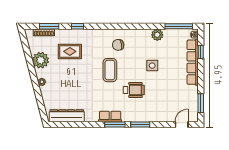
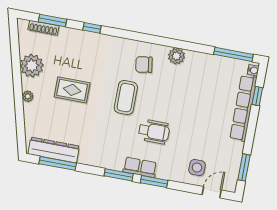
plant: (157, 35) -> (176, 56), moved
rug: (70, 51) -> (72, 90), moved
side table: (152, 66) -> (197, 168), moved
row of seats: (110, 116) -> (140, 167), moved
window: (71, 125) -> (58, 163), added

